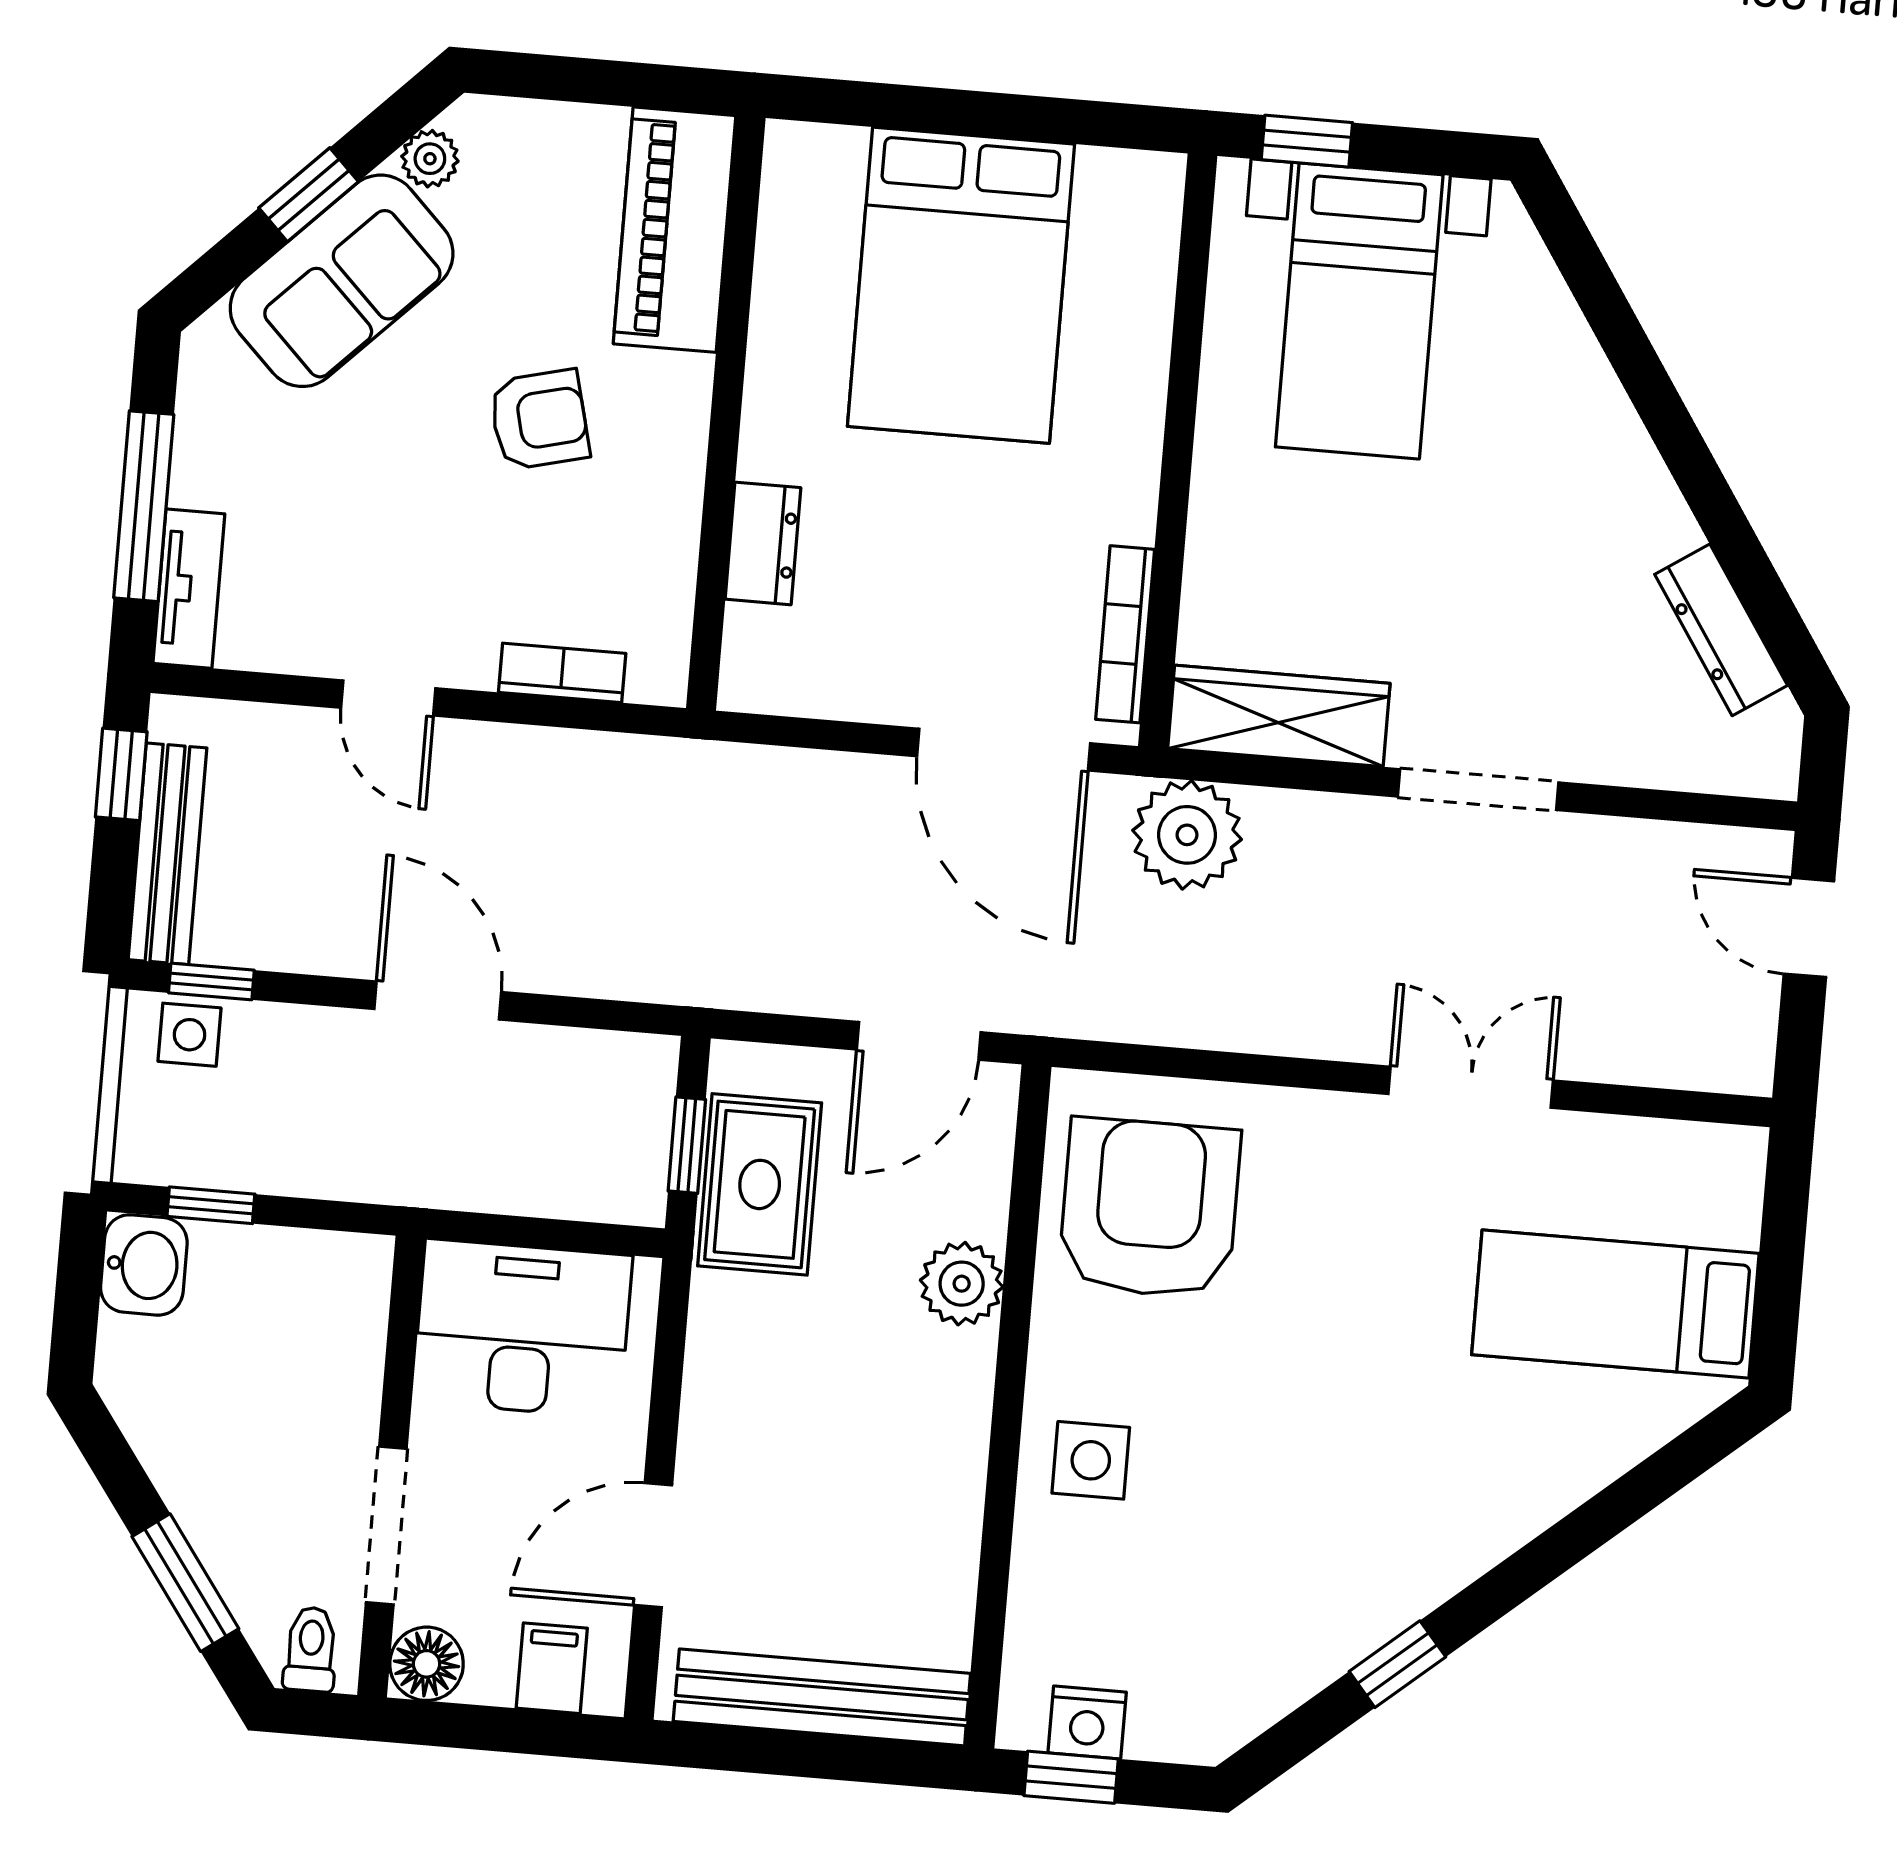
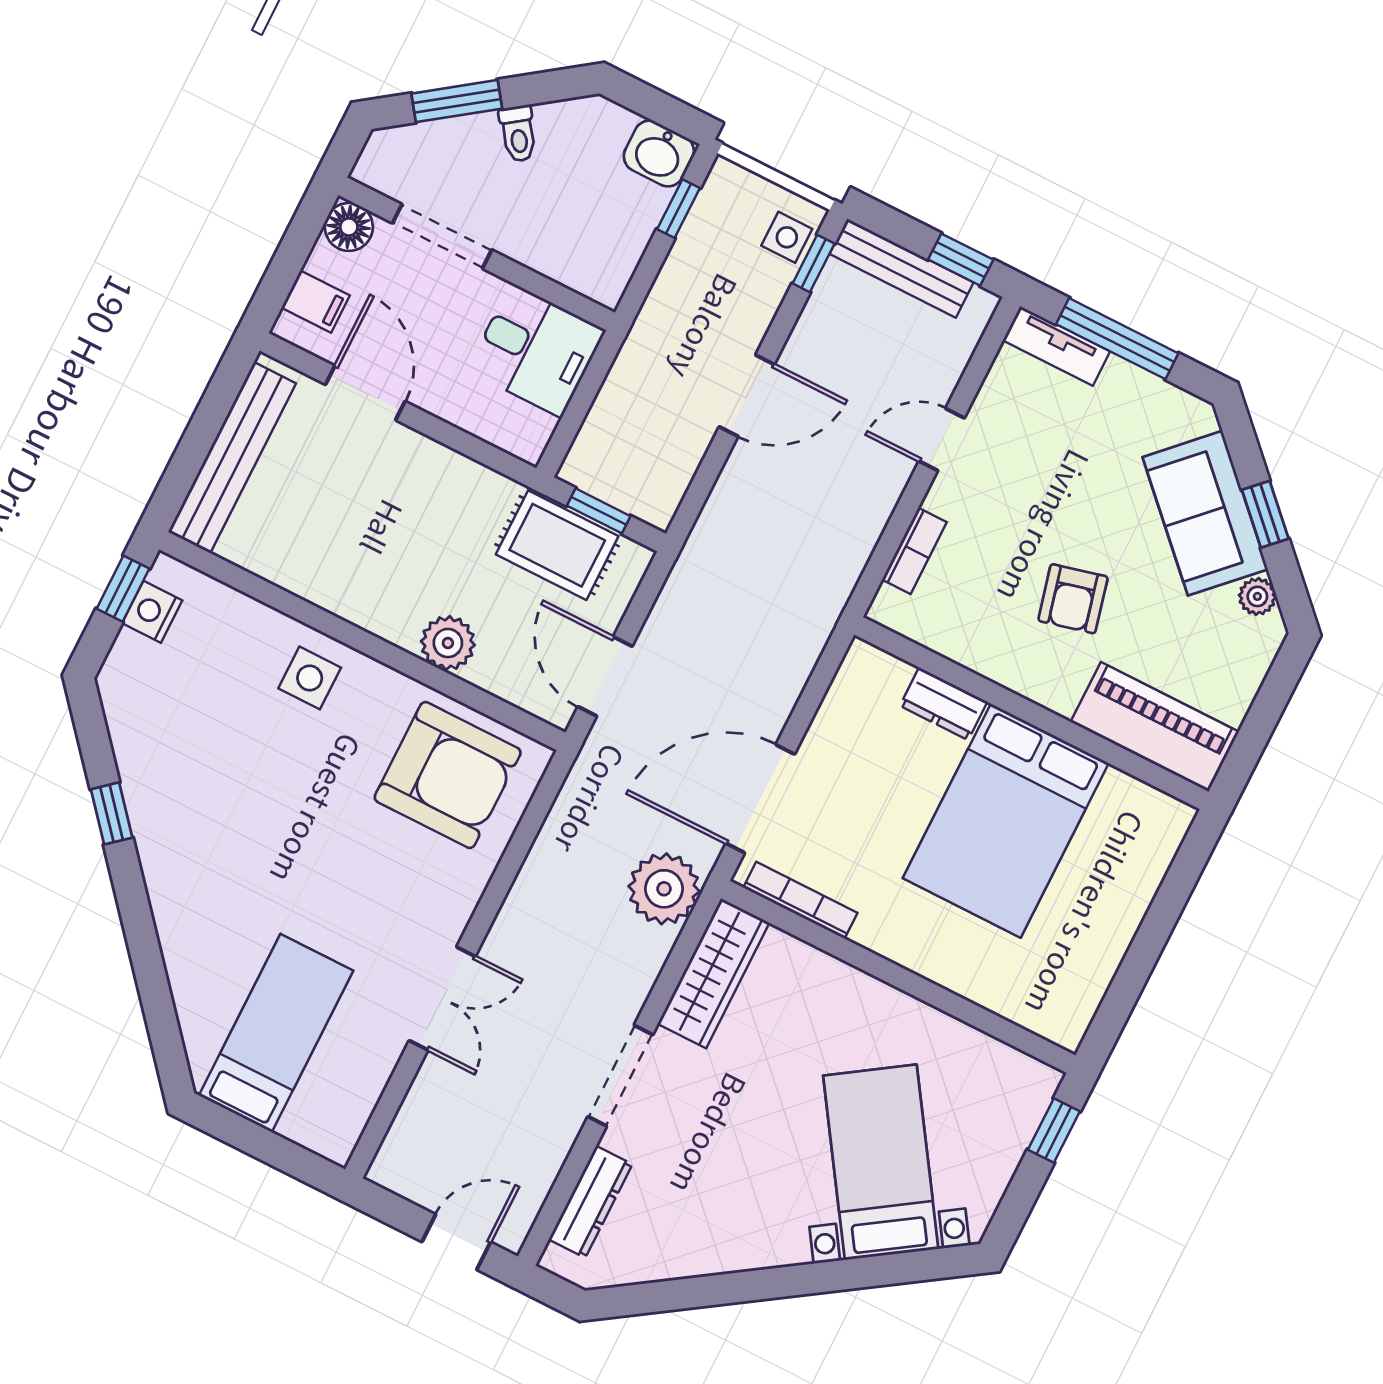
bed: (961, 285) -> (1006, 821), moved, turned -90
bed with nightstands: (1359, 311) -> (881, 1162), moved, turned 56
dresser: (1721, 630) -> (591, 1202), moved, turned 124
desk: (522, 1329) -> (536, 350), width x0.73
toilet: (311, 1649) -> (518, 134), moved, turned 54

